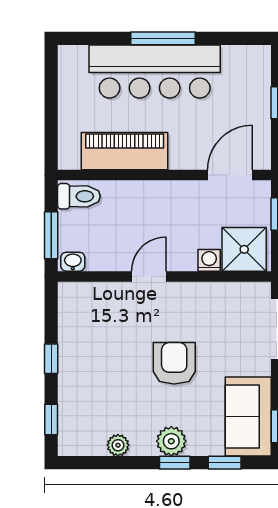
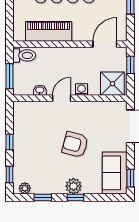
washing machine: (209, 260) -> (82, 90), moved
washbasin: (73, 262) -> (40, 90), moved
armchair: (174, 363) -> (75, 145), turned -75
plant: (118, 445) -> (25, 188), moved
window: (225, 463) -> (43, 198), moved

